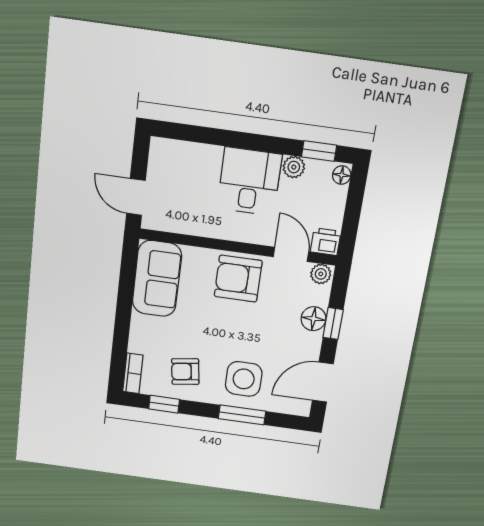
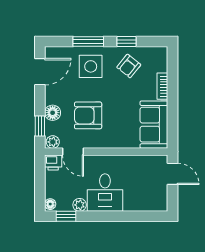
armchair: (238, 279) -> (88, 115), moved, turned 180
window: (333, 323) -> (40, 126), moved
armchair: (185, 372) -> (129, 66), turned 137
bookcase: (133, 373) -> (162, 86), moved
window: (164, 404) -> (126, 42), moved

